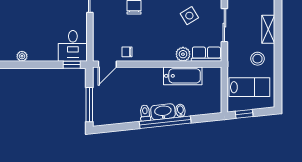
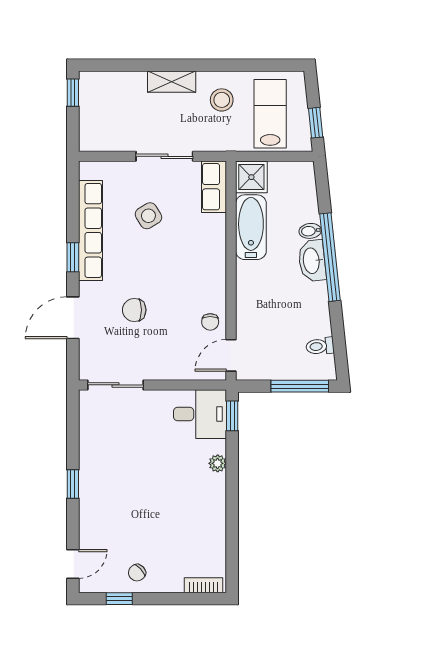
plant: (183, 54) -> (214, 227), removed
plant: (22, 56) -> (218, 463), moved
door: (107, 64) -> (231, 355), swing flipped
shower: (212, 76) -> (251, 177), added
toilet: (145, 113) -> (320, 346), moved

